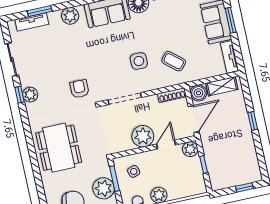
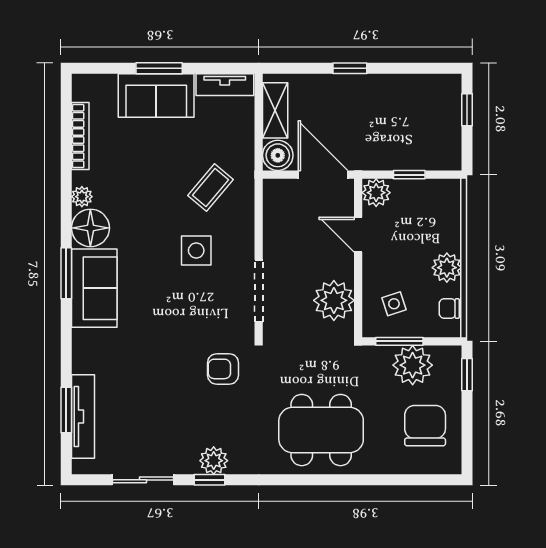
plant: (70, 16) -> (87, 357), removed
tv unit: (32, 22) -> (83, 417), width x1.41
shoe rack: (172, 95) -> (271, 204), removed
plant: (143, 136) -> (334, 300), moved

